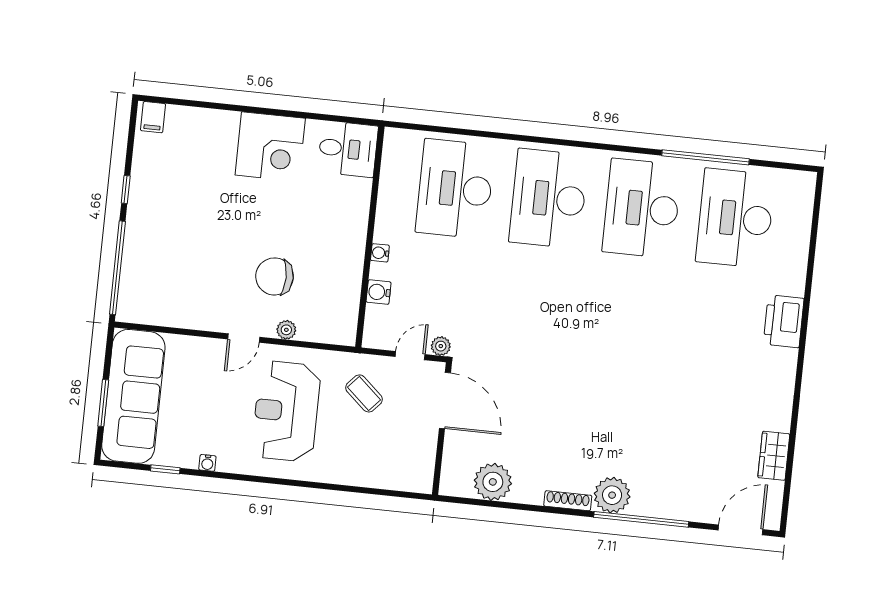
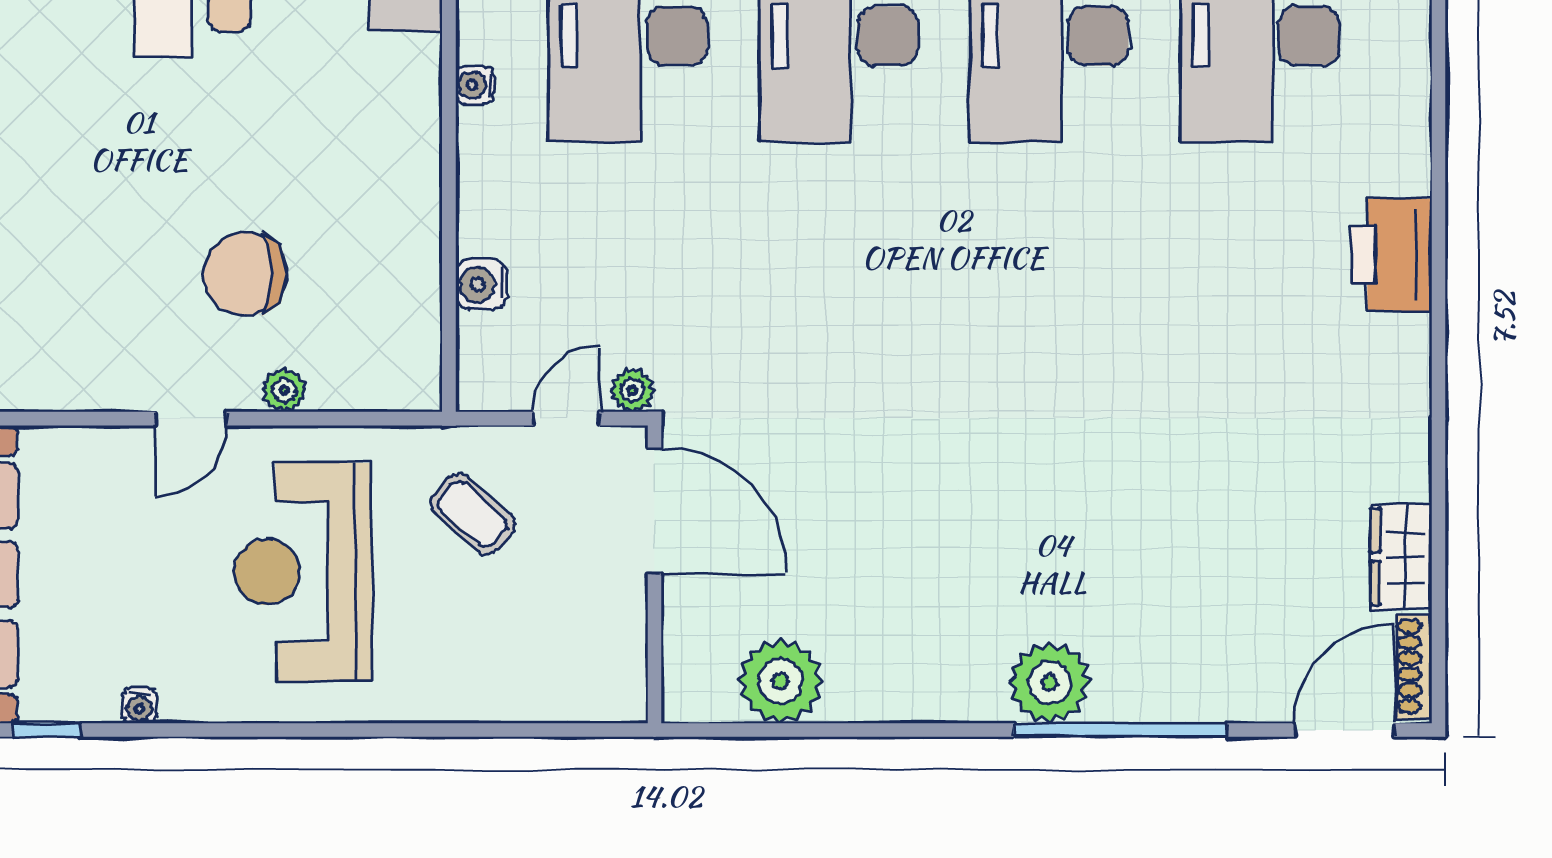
water cooler: (380, 253) -> (475, 85), moved
shoe rack: (568, 501) -> (1414, 666), moved, turned -90

